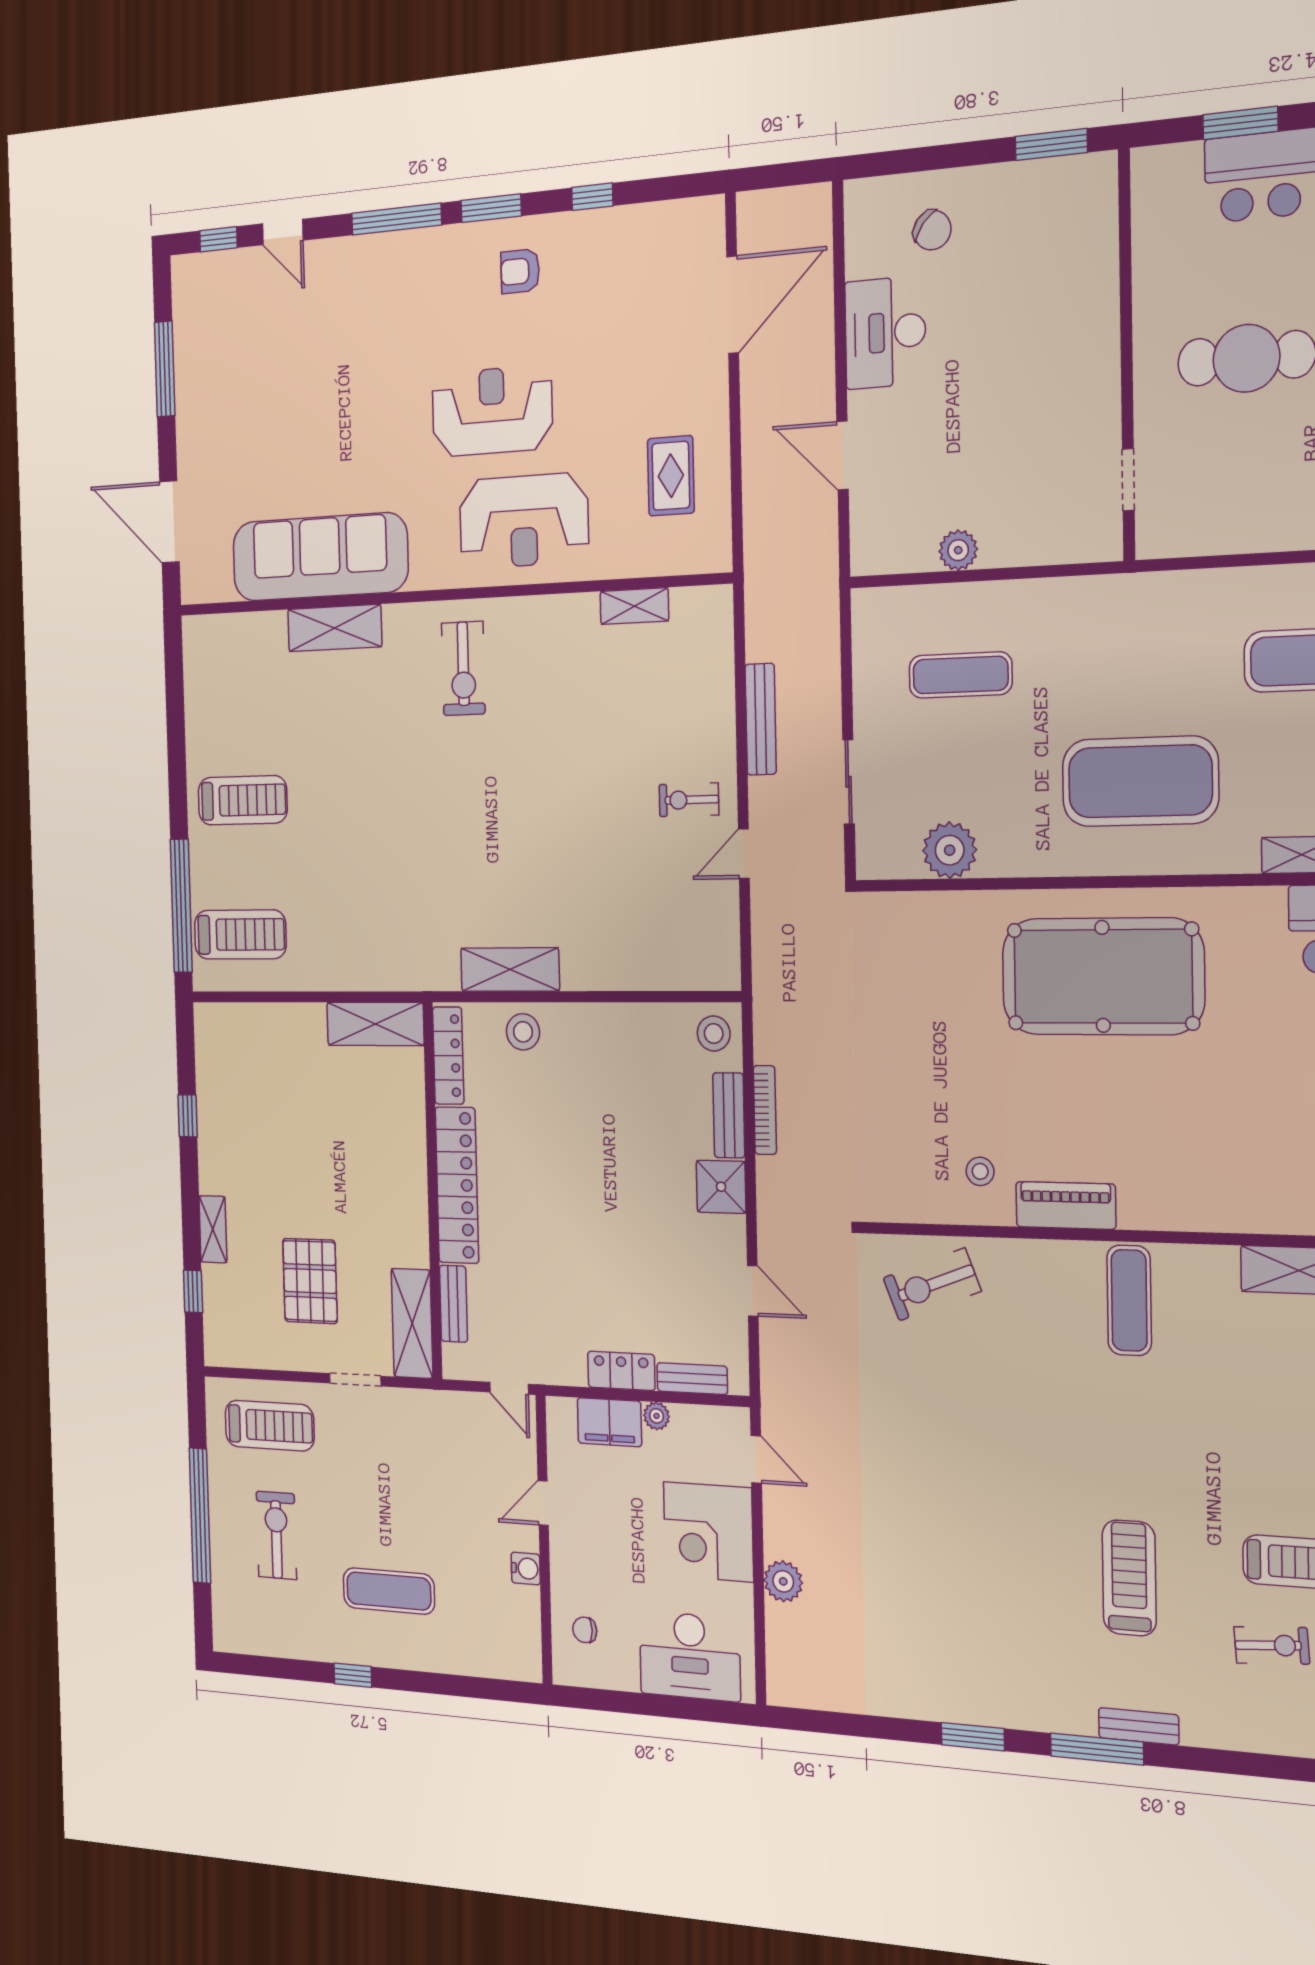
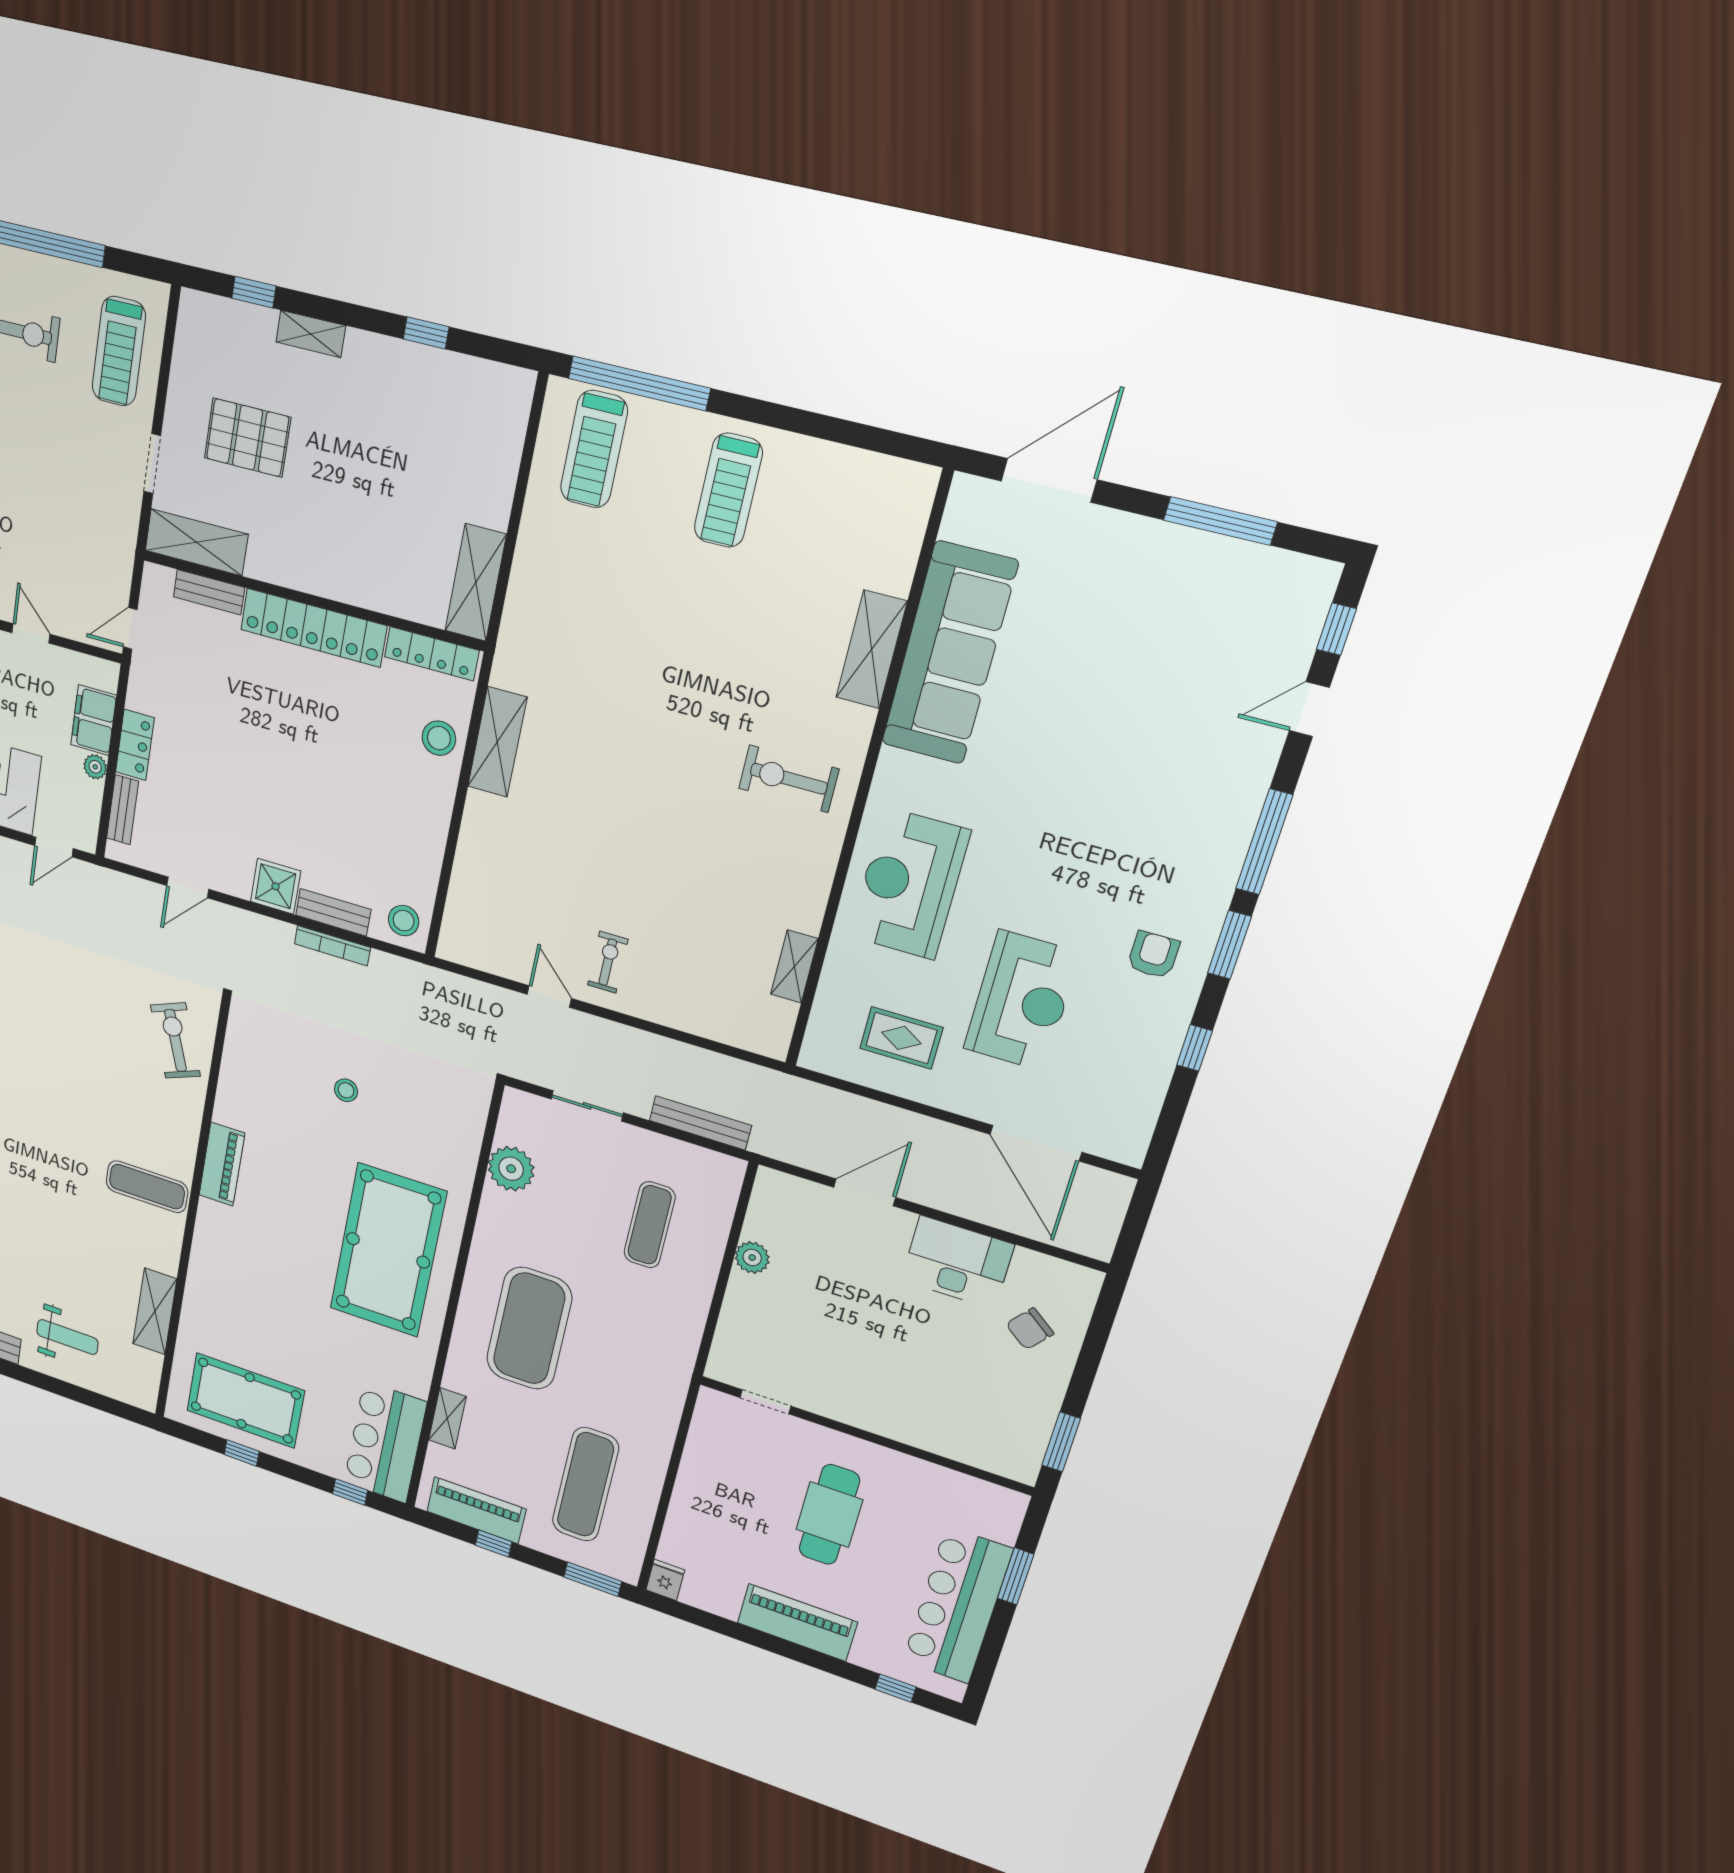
reception desk: (492, 411) -> (1022, 1001), moved
bench: (761, 719) -> (700, 1123), moved
stool: (980, 1171) -> (346, 1090), moved

